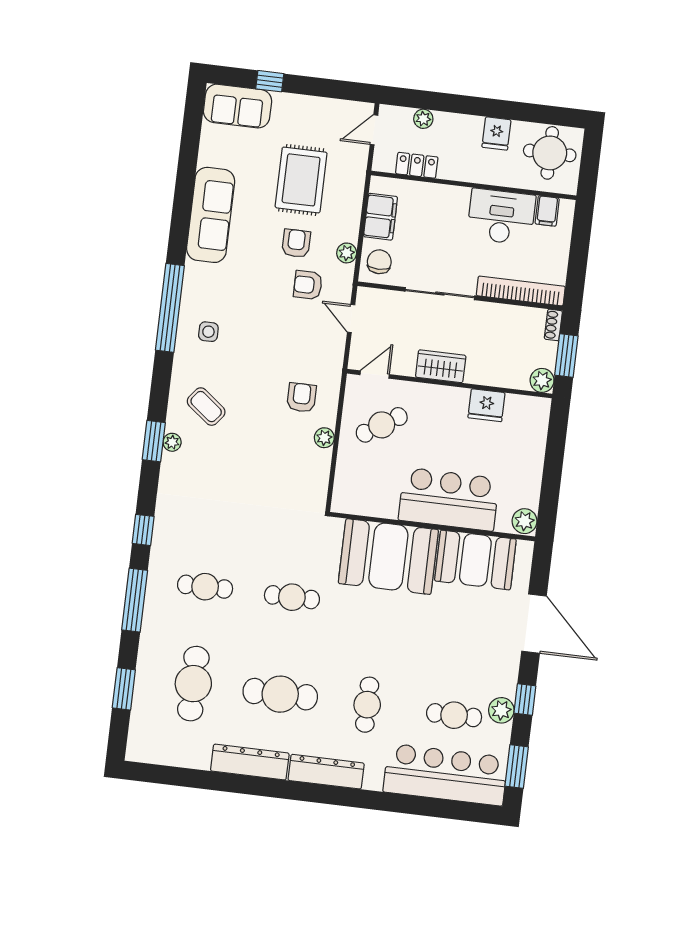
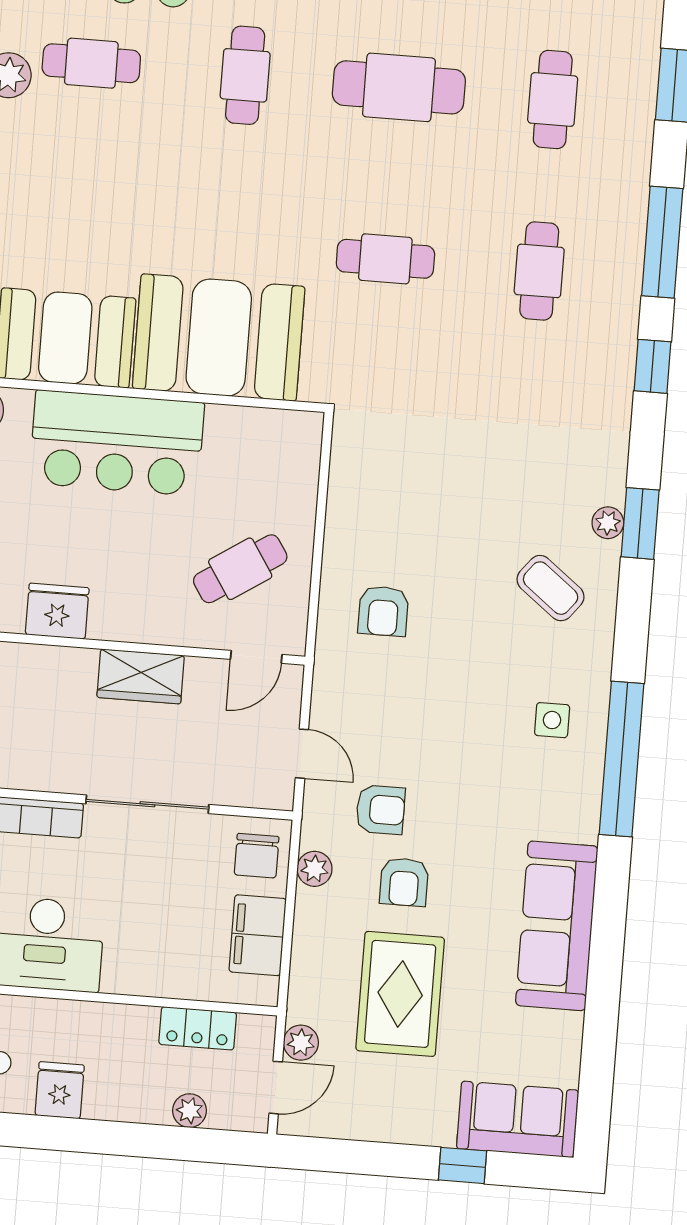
plant: (324, 438) -> (301, 1043), moved
cafe table: (205, 587) -> (539, 271), turned 90
cafe table: (193, 684) -> (553, 99), width x0.73, depth x0.74

